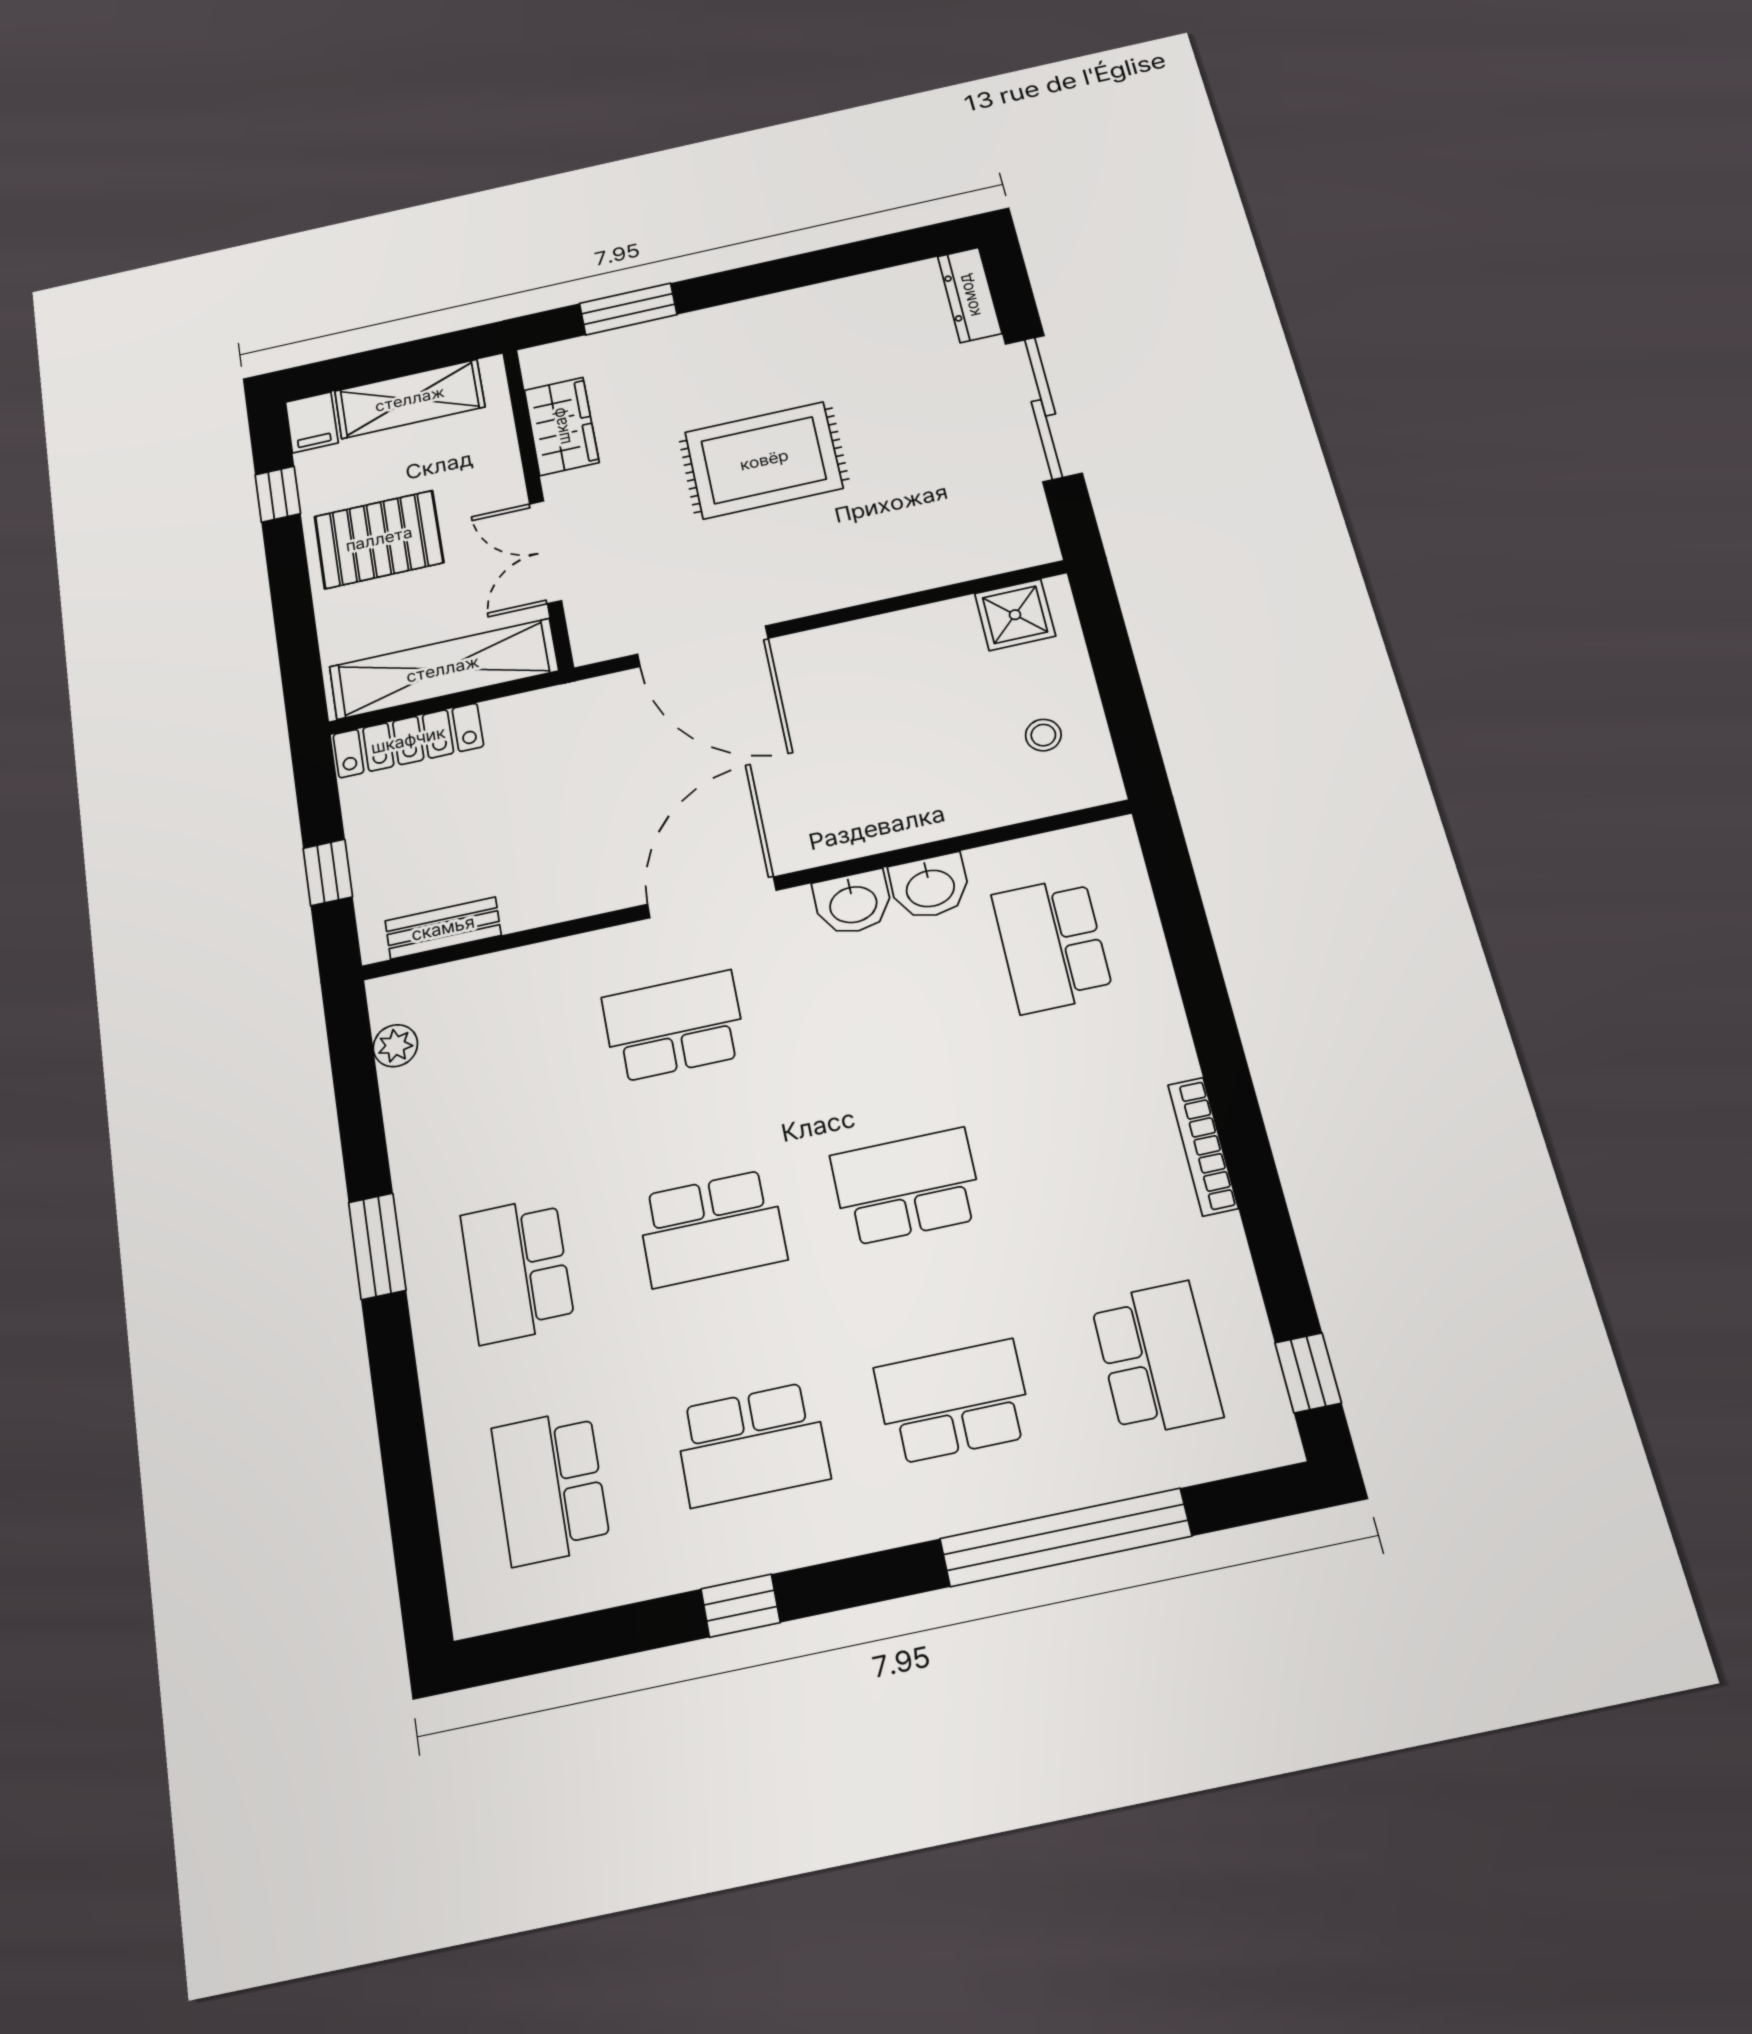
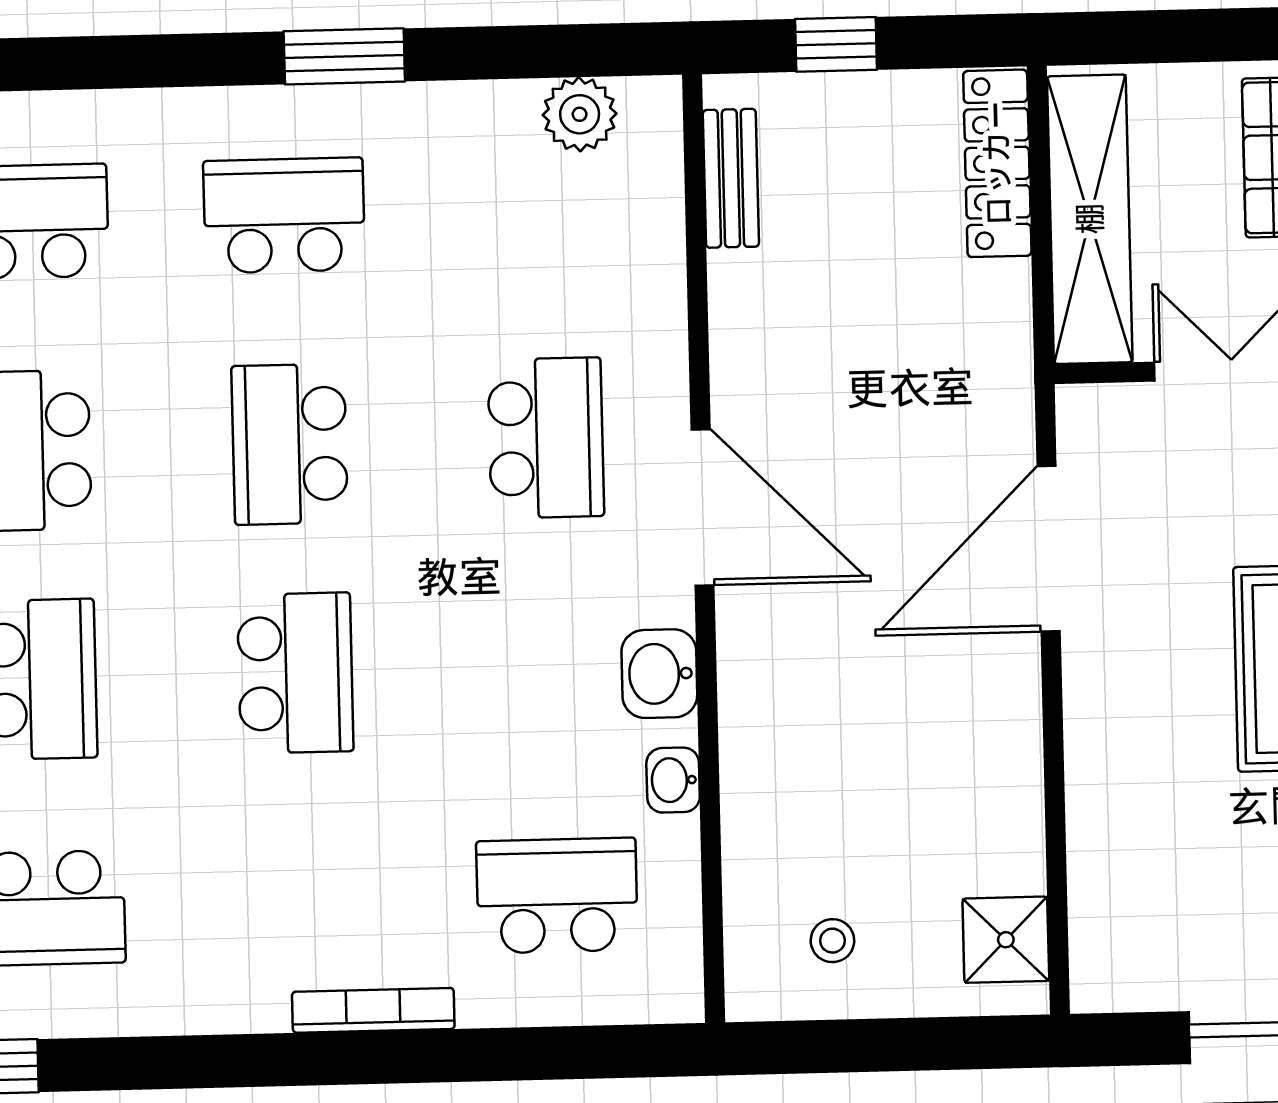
washbasin: (930, 887) -> (673, 780), width x0.72, depth x0.69
plant: (395, 1046) -> (580, 114), width x1.38, depth x1.38
bookcase: (1203, 1146) -> (373, 1010), moved

